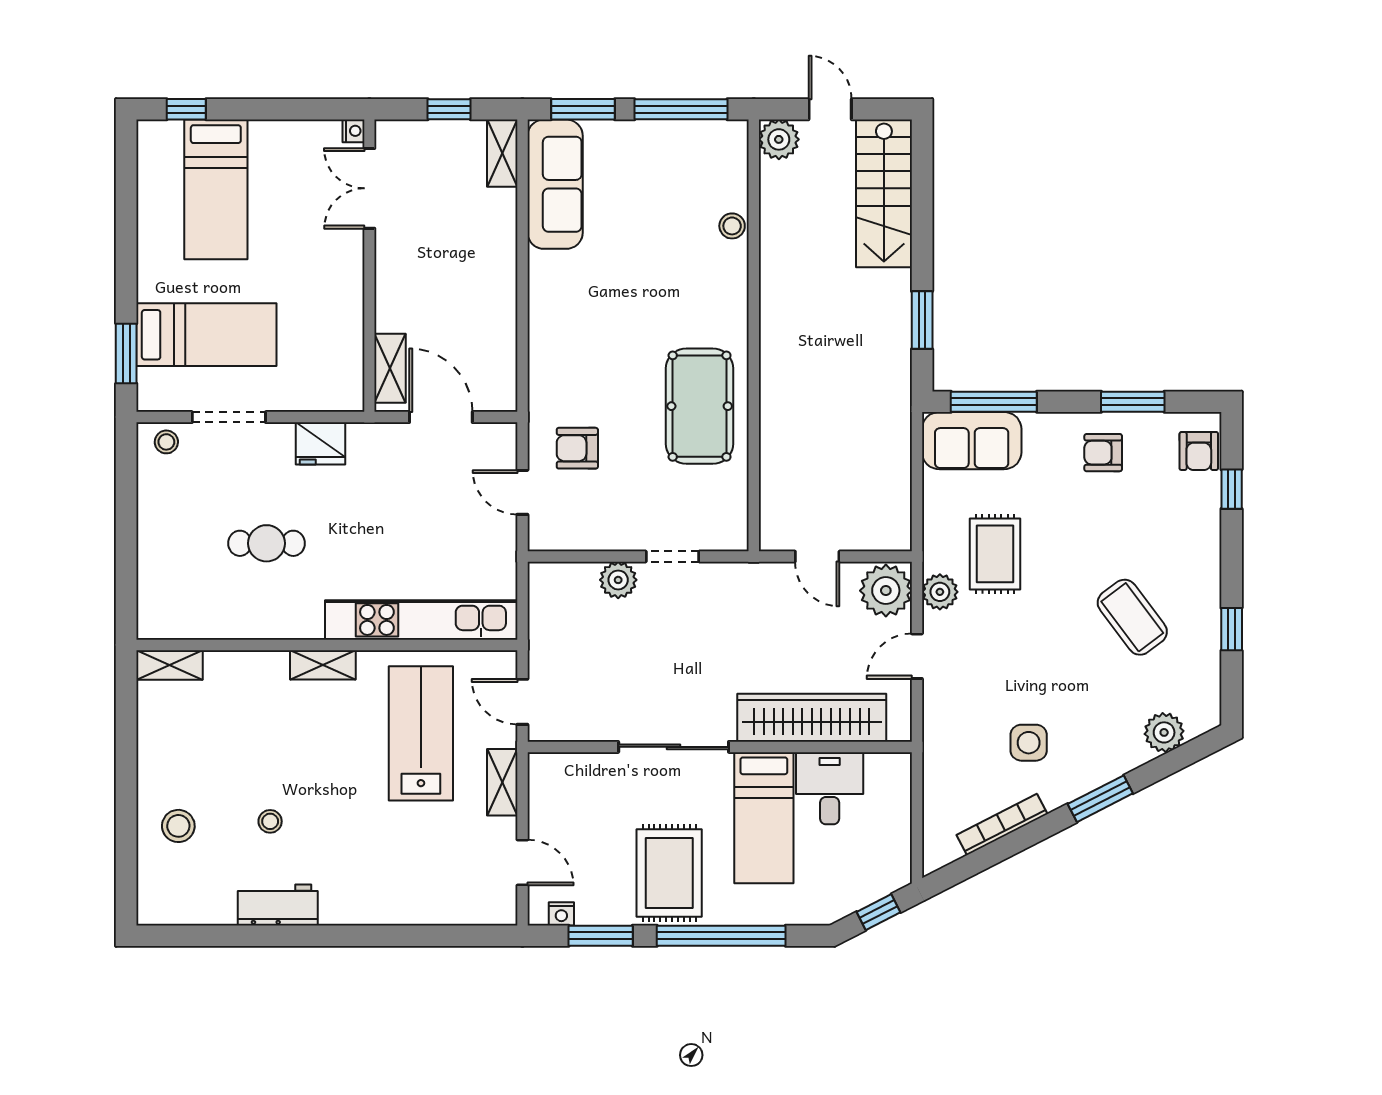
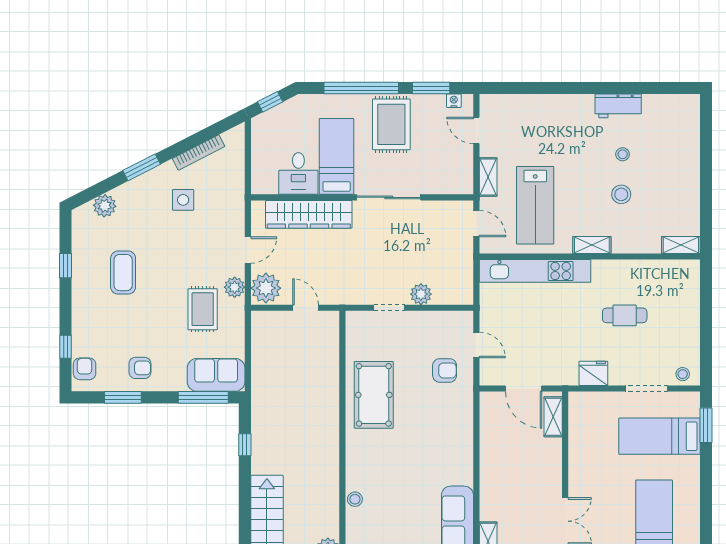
window: (922, 320) -> (245, 445), width x0.67
coffee table: (1132, 617) -> (123, 273), turned 37
stool: (178, 826) -> (621, 194), moved

